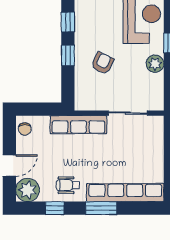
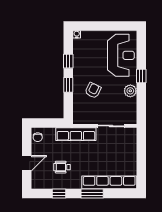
wheelchair: (68, 185) -> (62, 167), moved
plant: (28, 190) -> (40, 181), removed

